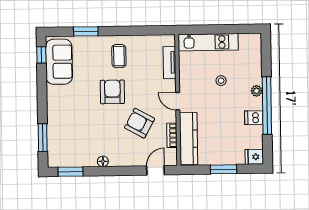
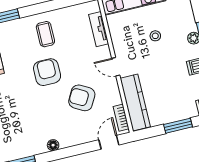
bookcase: (172, 135) -> (121, 118), moved

